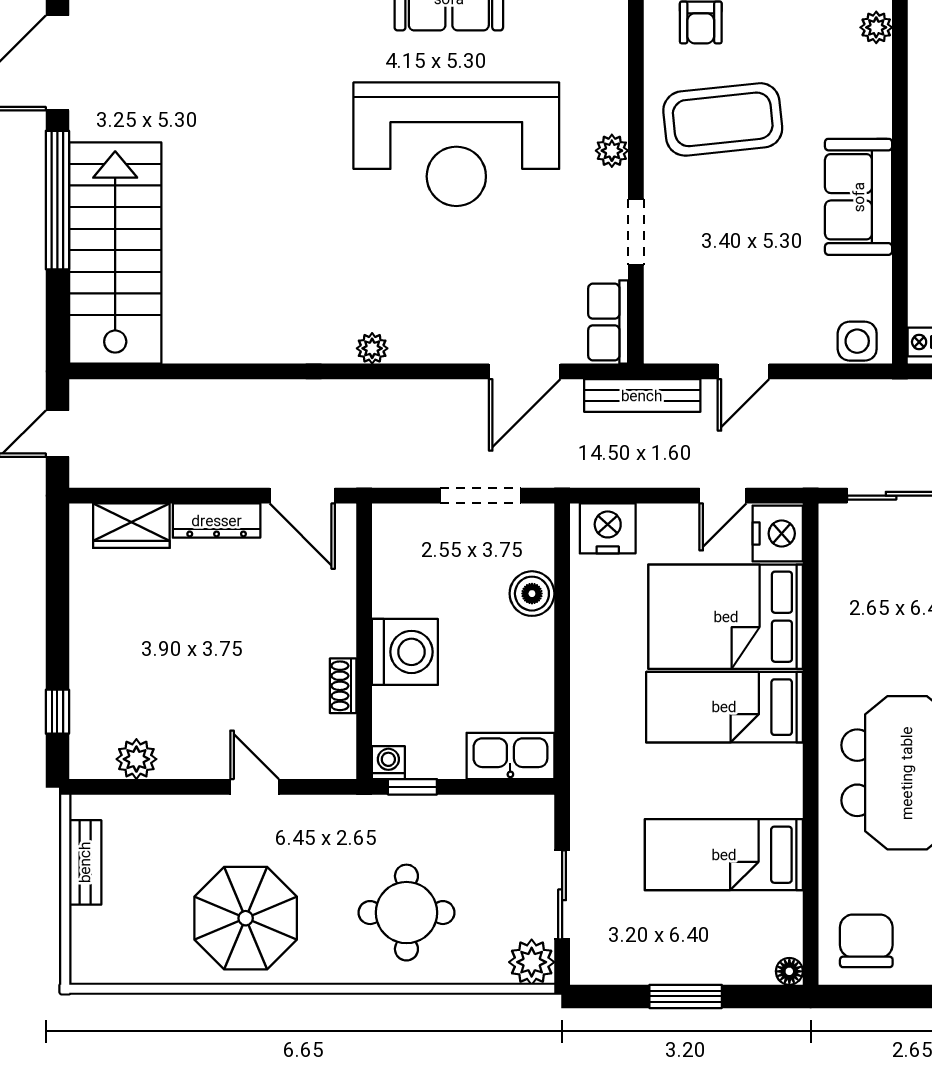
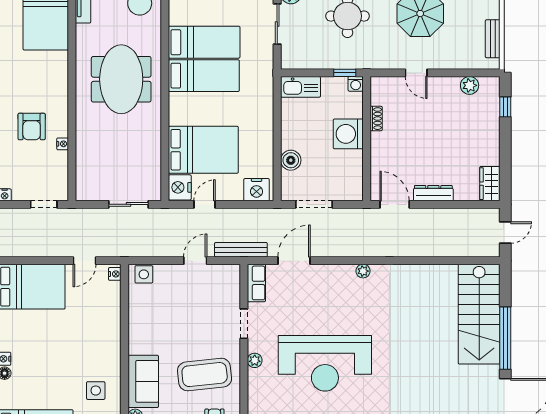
reception desk: (456, 144) -> (325, 363), turned 180
sofa: (859, 197) -> (143, 381), moved
wardrobe: (131, 526) -> (490, 184), moved, turned -90
bed: (724, 707) -> (204, 76), moved

